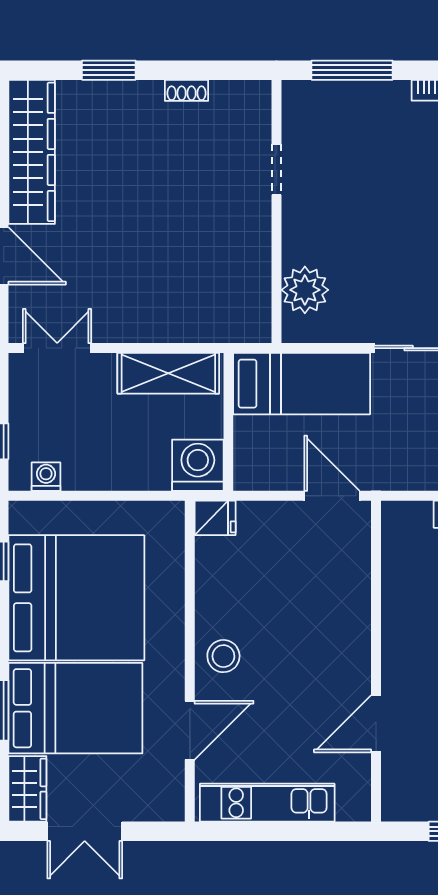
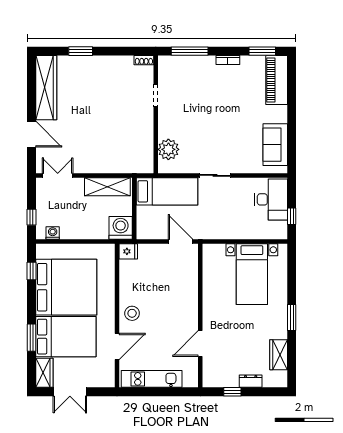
shoe rack: (187, 90) -> (144, 60), moved

